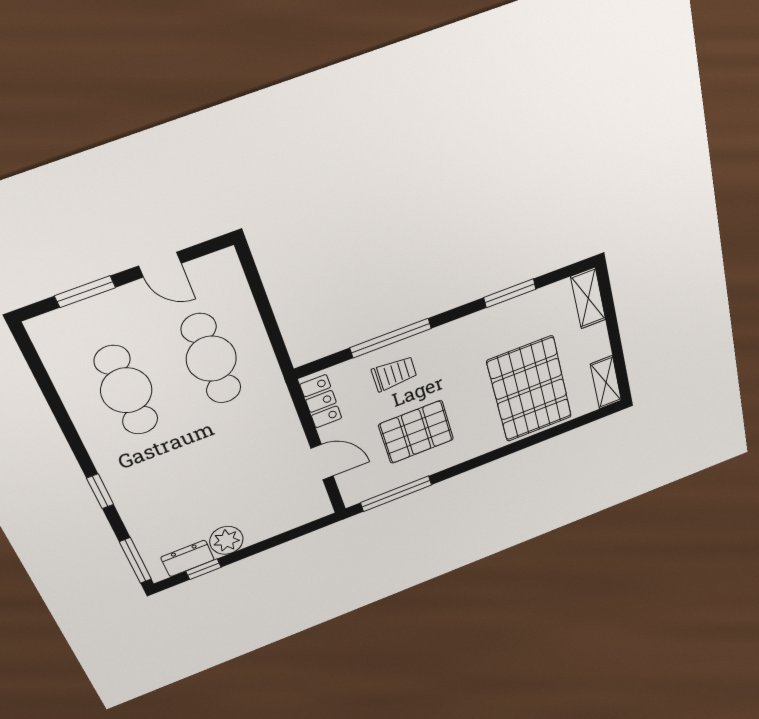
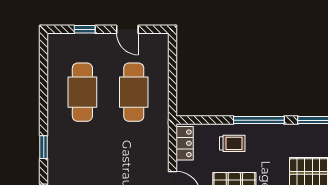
window: (85, 292) -> (85, 29), width x0.67
window: (391, 338) -> (259, 120), moved

